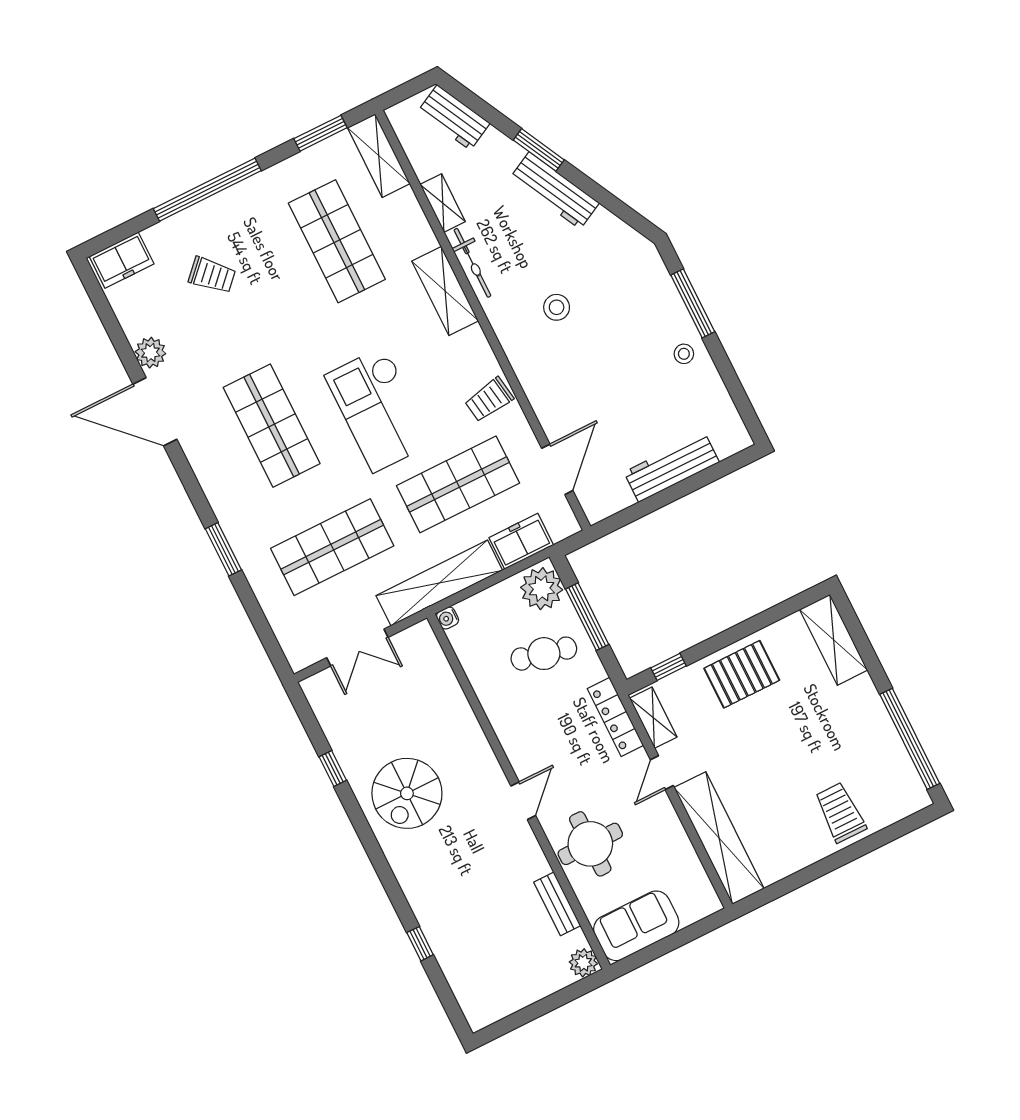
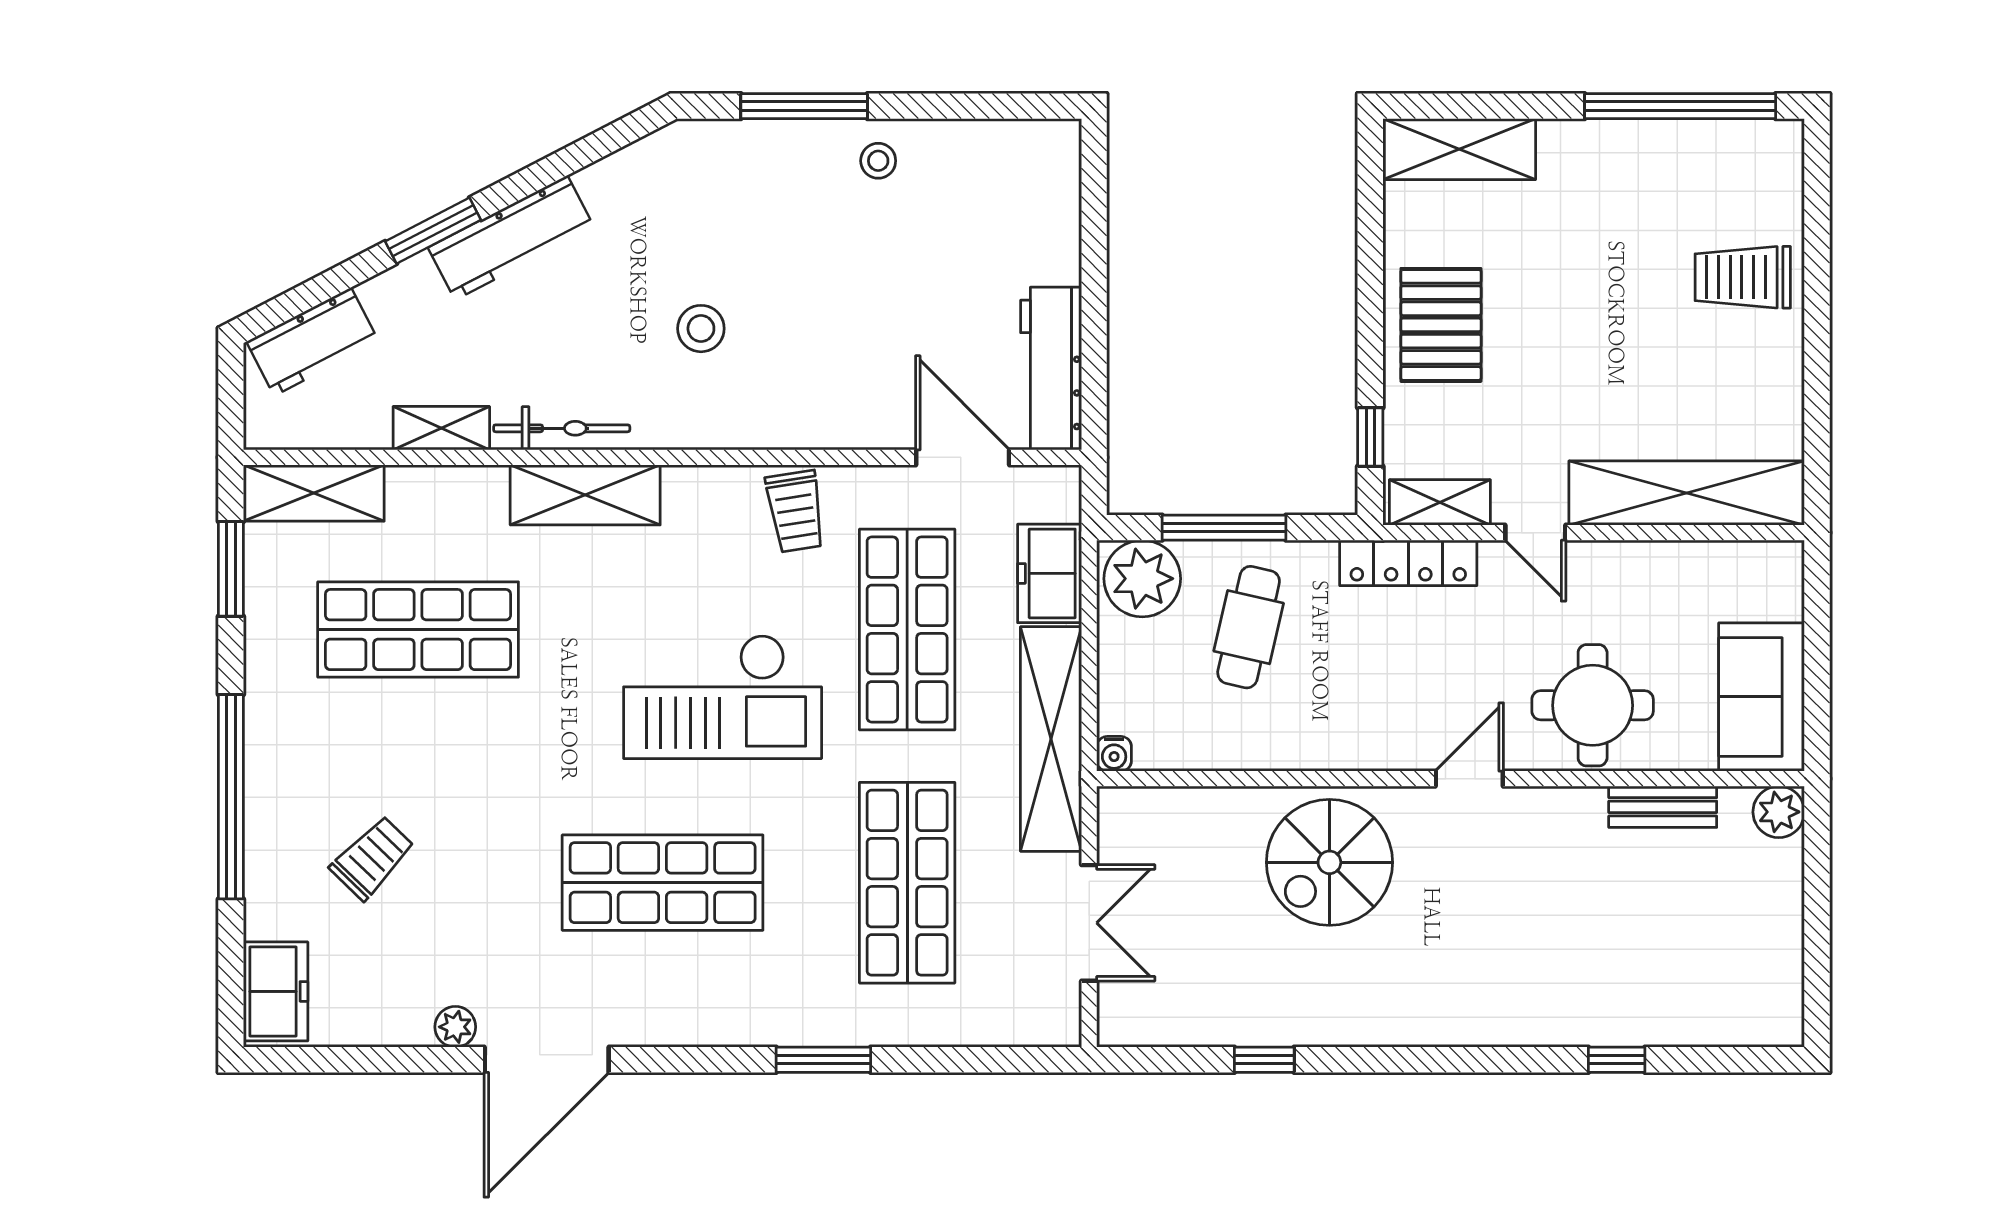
plant: (150, 353) -> (455, 1027), width x0.73, depth x0.73
workbench: (672, 467) -> (1051, 369), moved
spiral stairs: (407, 793) -> (1329, 862), moved, turned 90
door: (523, 801) -> (1469, 779), hinge flipped

